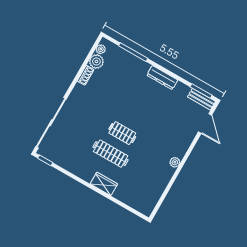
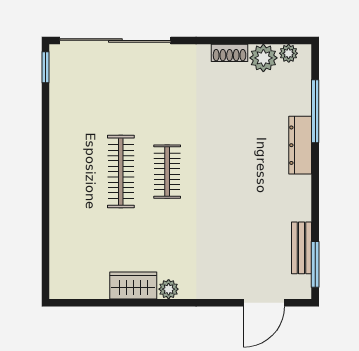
dresser: (162, 78) -> (300, 145), moved
bench: (201, 99) -> (302, 248), moved
wardrobe: (104, 184) -> (133, 285), moved, turned -90

